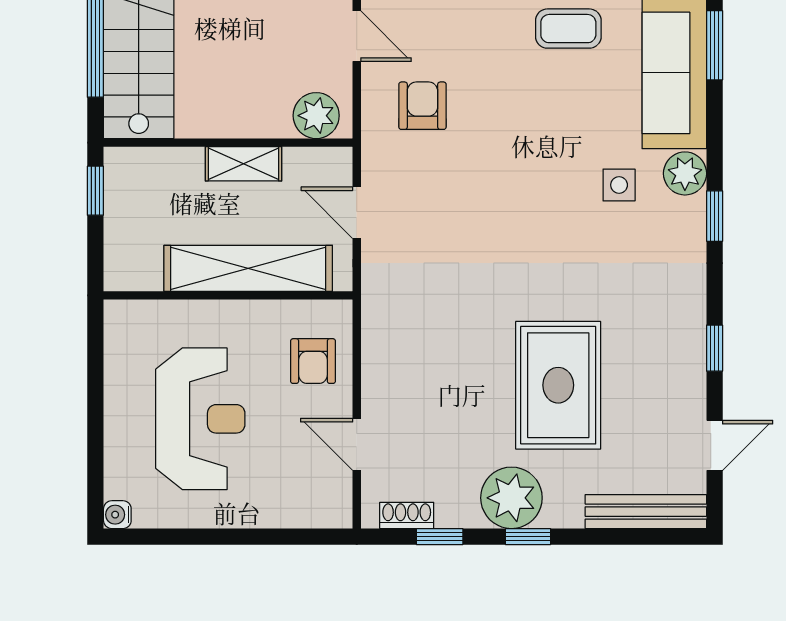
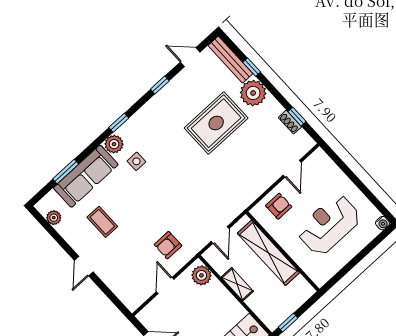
plant: (511, 498) -> (253, 93), moved
shoe rack: (407, 515) -> (290, 122), moved
window: (528, 537) -> (252, 67), moved

